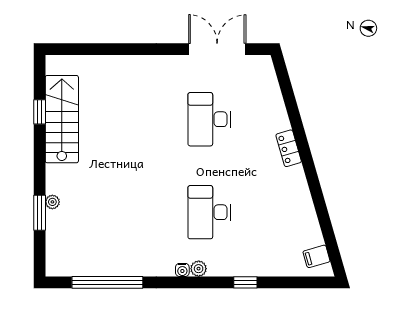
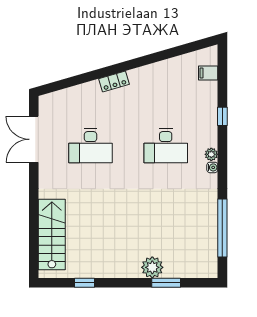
stairs: (62, 119) -> (52, 234), moved, turned 90
plant: (52, 202) -> (152, 267), width x1.87, depth x1.87
filing cabinet: (317, 256) -> (208, 73), moved, turned 106

